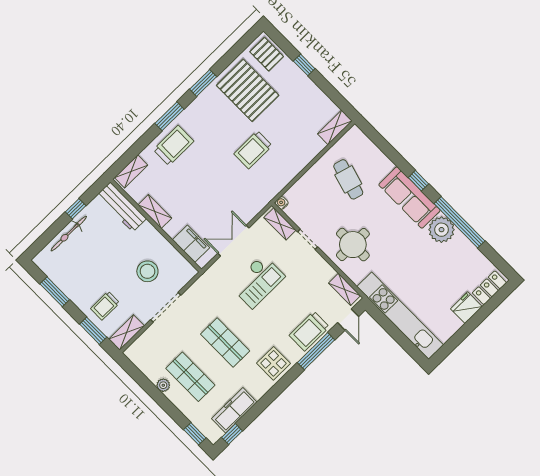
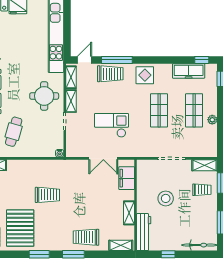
shelving: (280, 224) -> (71, 101), moved
bicycle: (69, 234) -> (199, 245), moved
stool: (147, 271) -> (166, 198), moved

